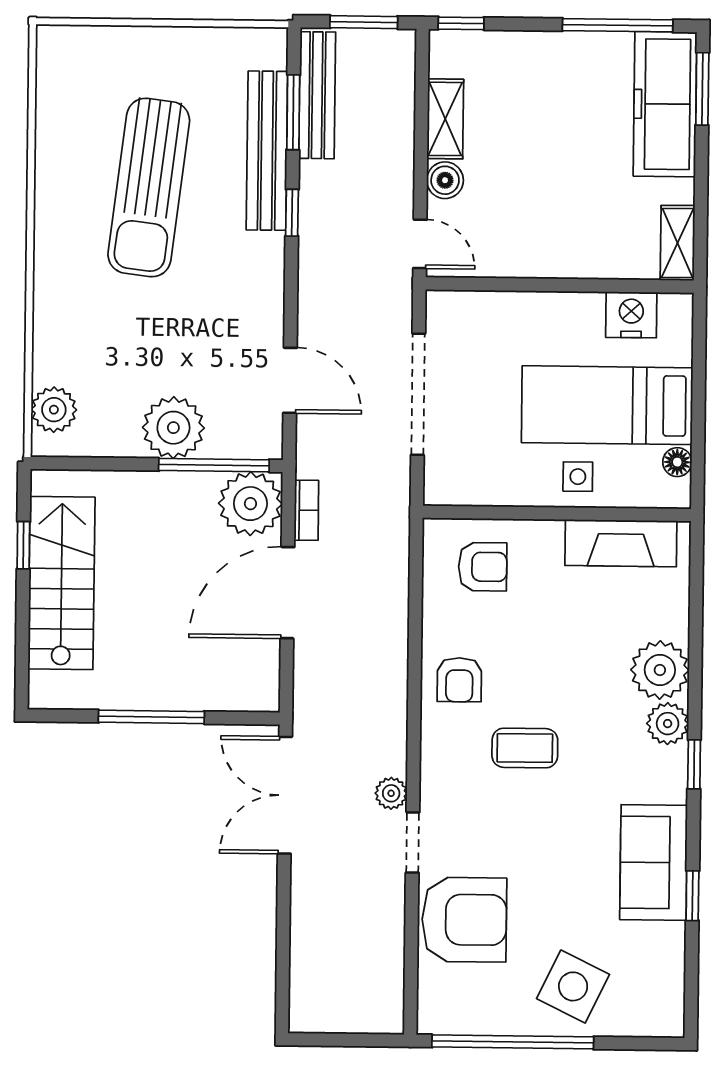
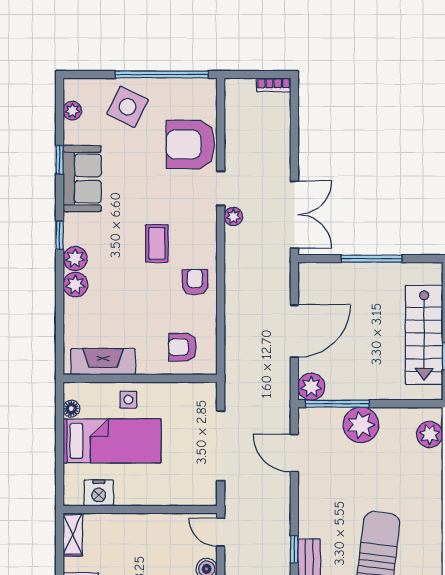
plant: (250, 504) -> (311, 387), width x0.73, depth x0.73
bookcase: (306, 510) -> (274, 85), moved, turned -90
plant: (660, 670) -> (75, 285), width x0.73, depth x0.73
coffee table: (525, 748) -> (157, 243), turned 90
plant: (669, 981) -> (72, 111), added

